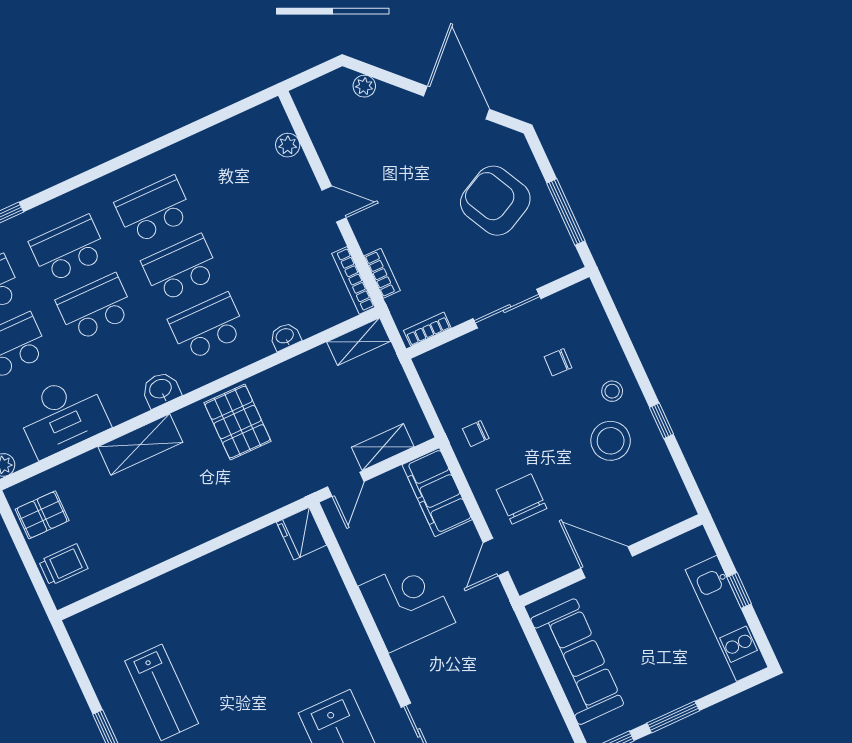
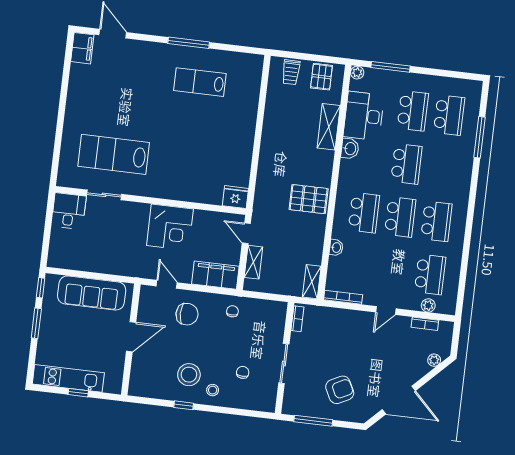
armchair: (495, 201) -> (340, 390), width x0.73, depth x0.73
school desk: (68, 249) -> (430, 274), moved
bookcase: (382, 273) -> (425, 324), moved
washbasin: (161, 389) -> (350, 149), moved
shelving: (140, 445) -> (329, 127), moved

